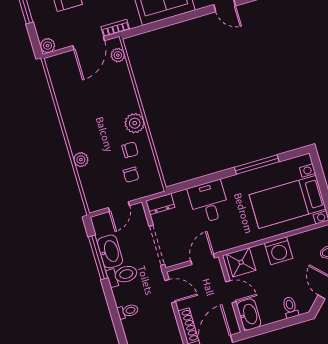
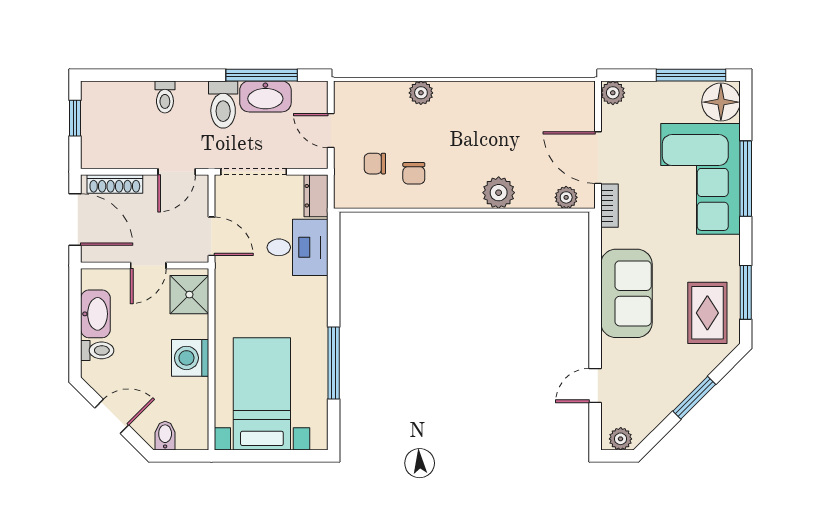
plant: (135, 123) -> (499, 193), moved
desk: (209, 202) -> (298, 247), moved
washbasin: (249, 314) -> (95, 314), moved, turned -90

